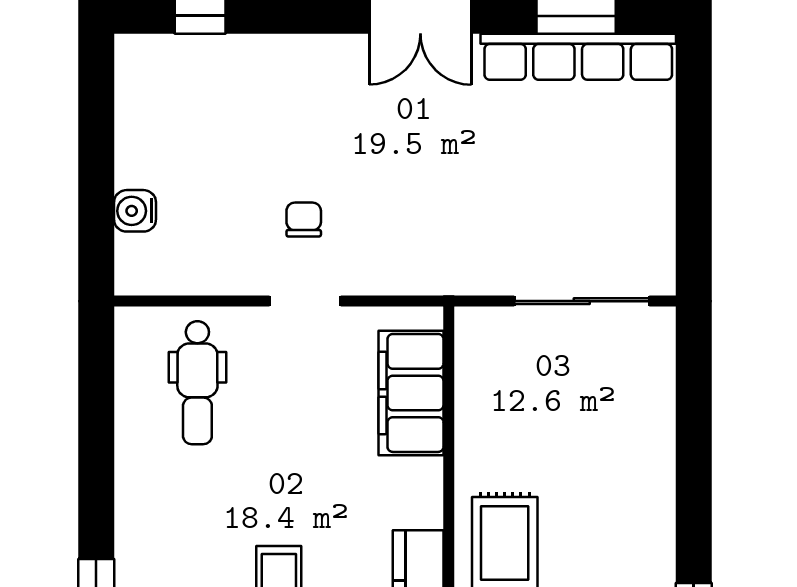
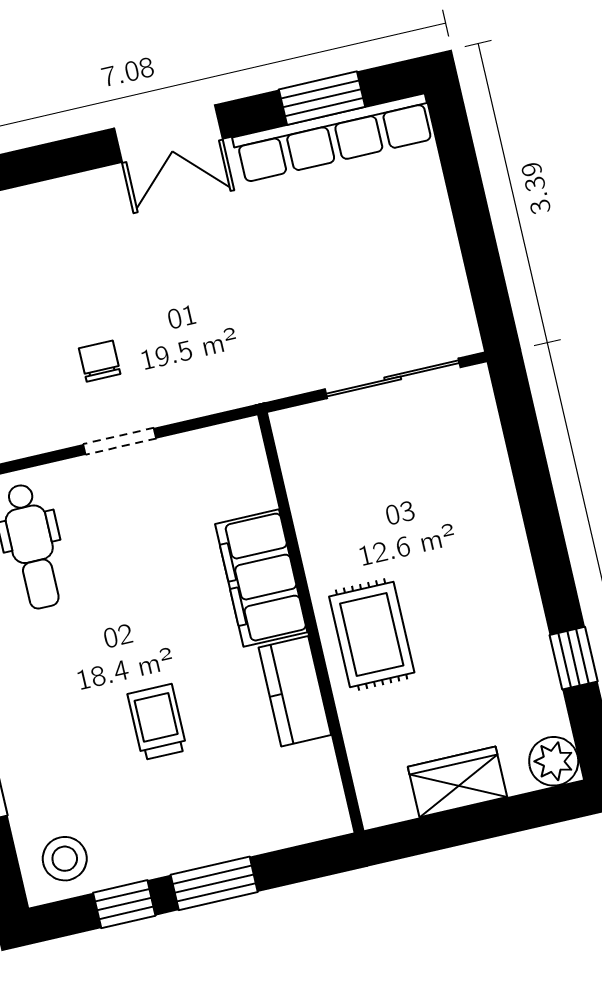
filing cabinet: (411, 393) -> (261, 578), moved

